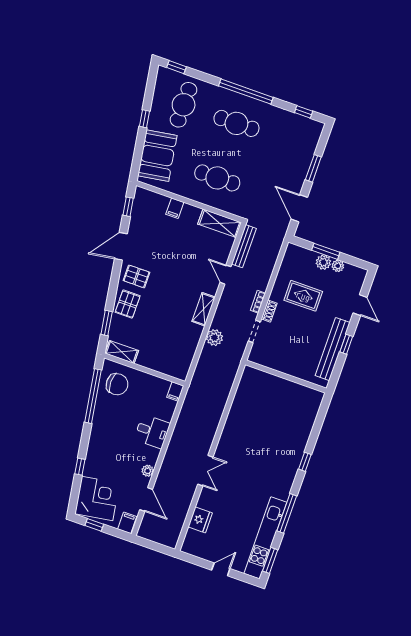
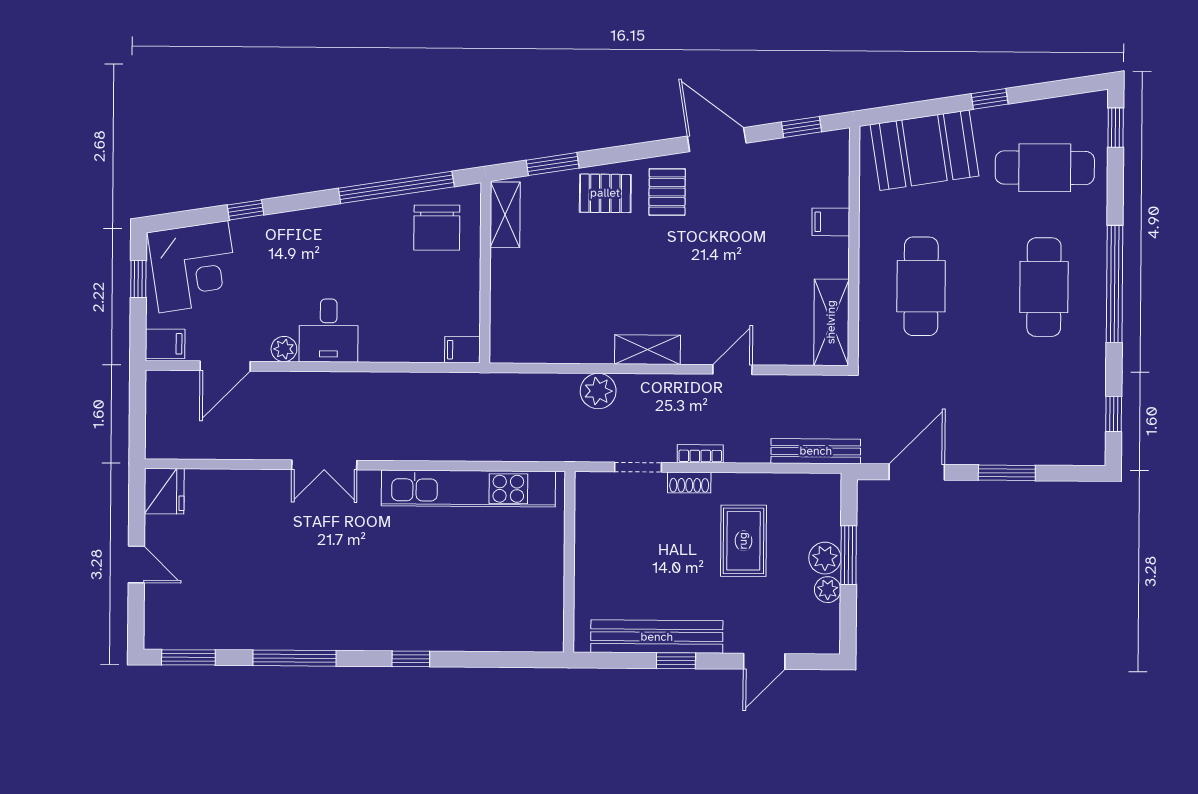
bench: (244, 246) -> (816, 451), moved
desk: (152, 431) -> (329, 331), moved
fridge: (200, 520) -> (164, 491), moved, turned -90
kitchen unit: (265, 538) -> (468, 488), moved, turned 180

